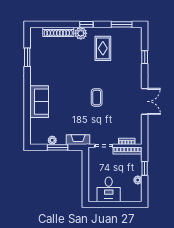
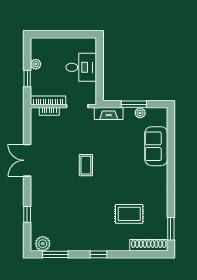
shoe rack: (58, 32) -> (149, 245), moved
plant: (81, 33) -> (43, 244), moved
rug: (103, 48) -> (129, 214), moved, turned 90
window: (27, 57) -> (171, 229), moved
sofa: (39, 102) -> (156, 146), moved
desk: (109, 189) -> (81, 67), moved, turned 90

